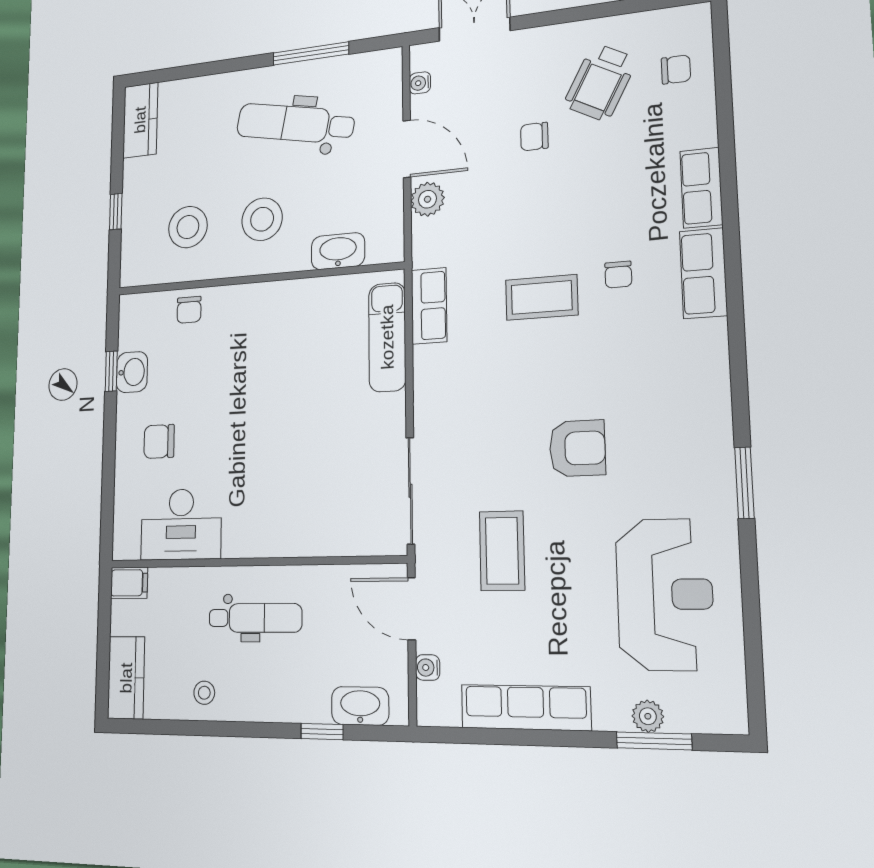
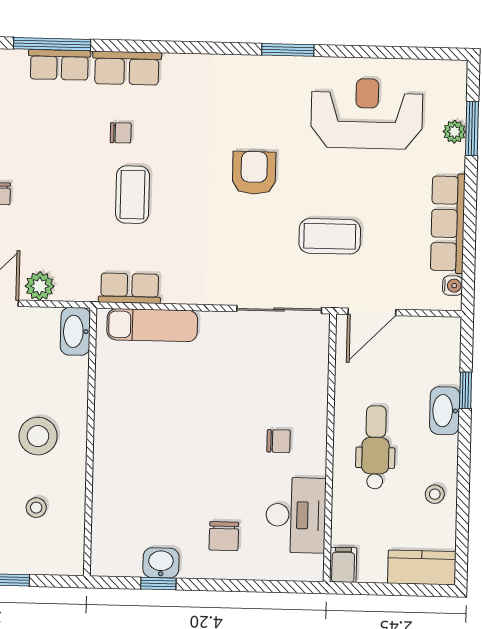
window: (728, 175) -> (52, 44), added
stool: (188, 227) -> (36, 508), width x0.53, depth x0.53
washbasin: (338, 251) -> (75, 331), moved
chair: (189, 310) -> (279, 441), moved
water cooler: (428, 668) -> (453, 286), moved, turned -90
washbasin: (360, 706) -> (445, 411), moved

